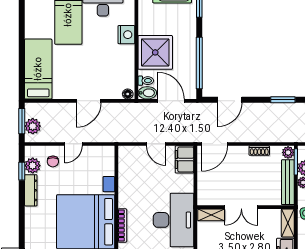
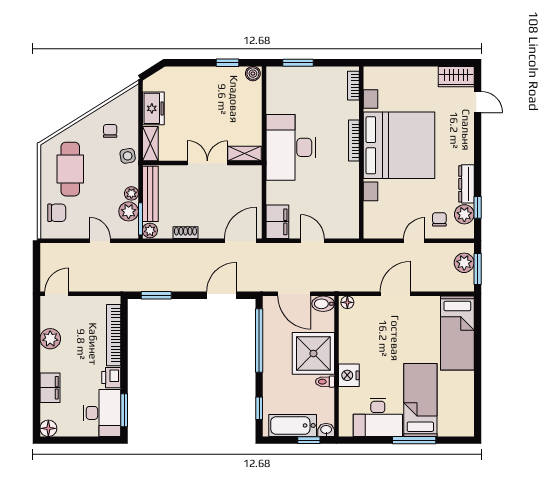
toilet: (146, 81) -> (325, 382), moved

